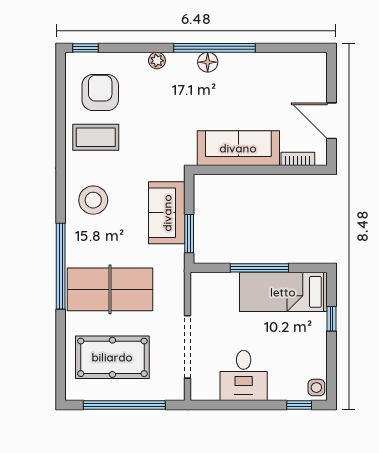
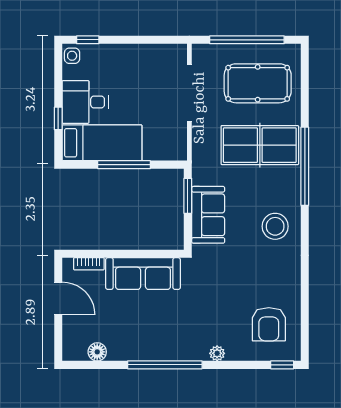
floor lamp: (208, 62) -> (97, 352), moved
coffee table: (96, 137) -> (273, 283), removed
desk: (244, 375) -> (85, 102), moved, turned -90

